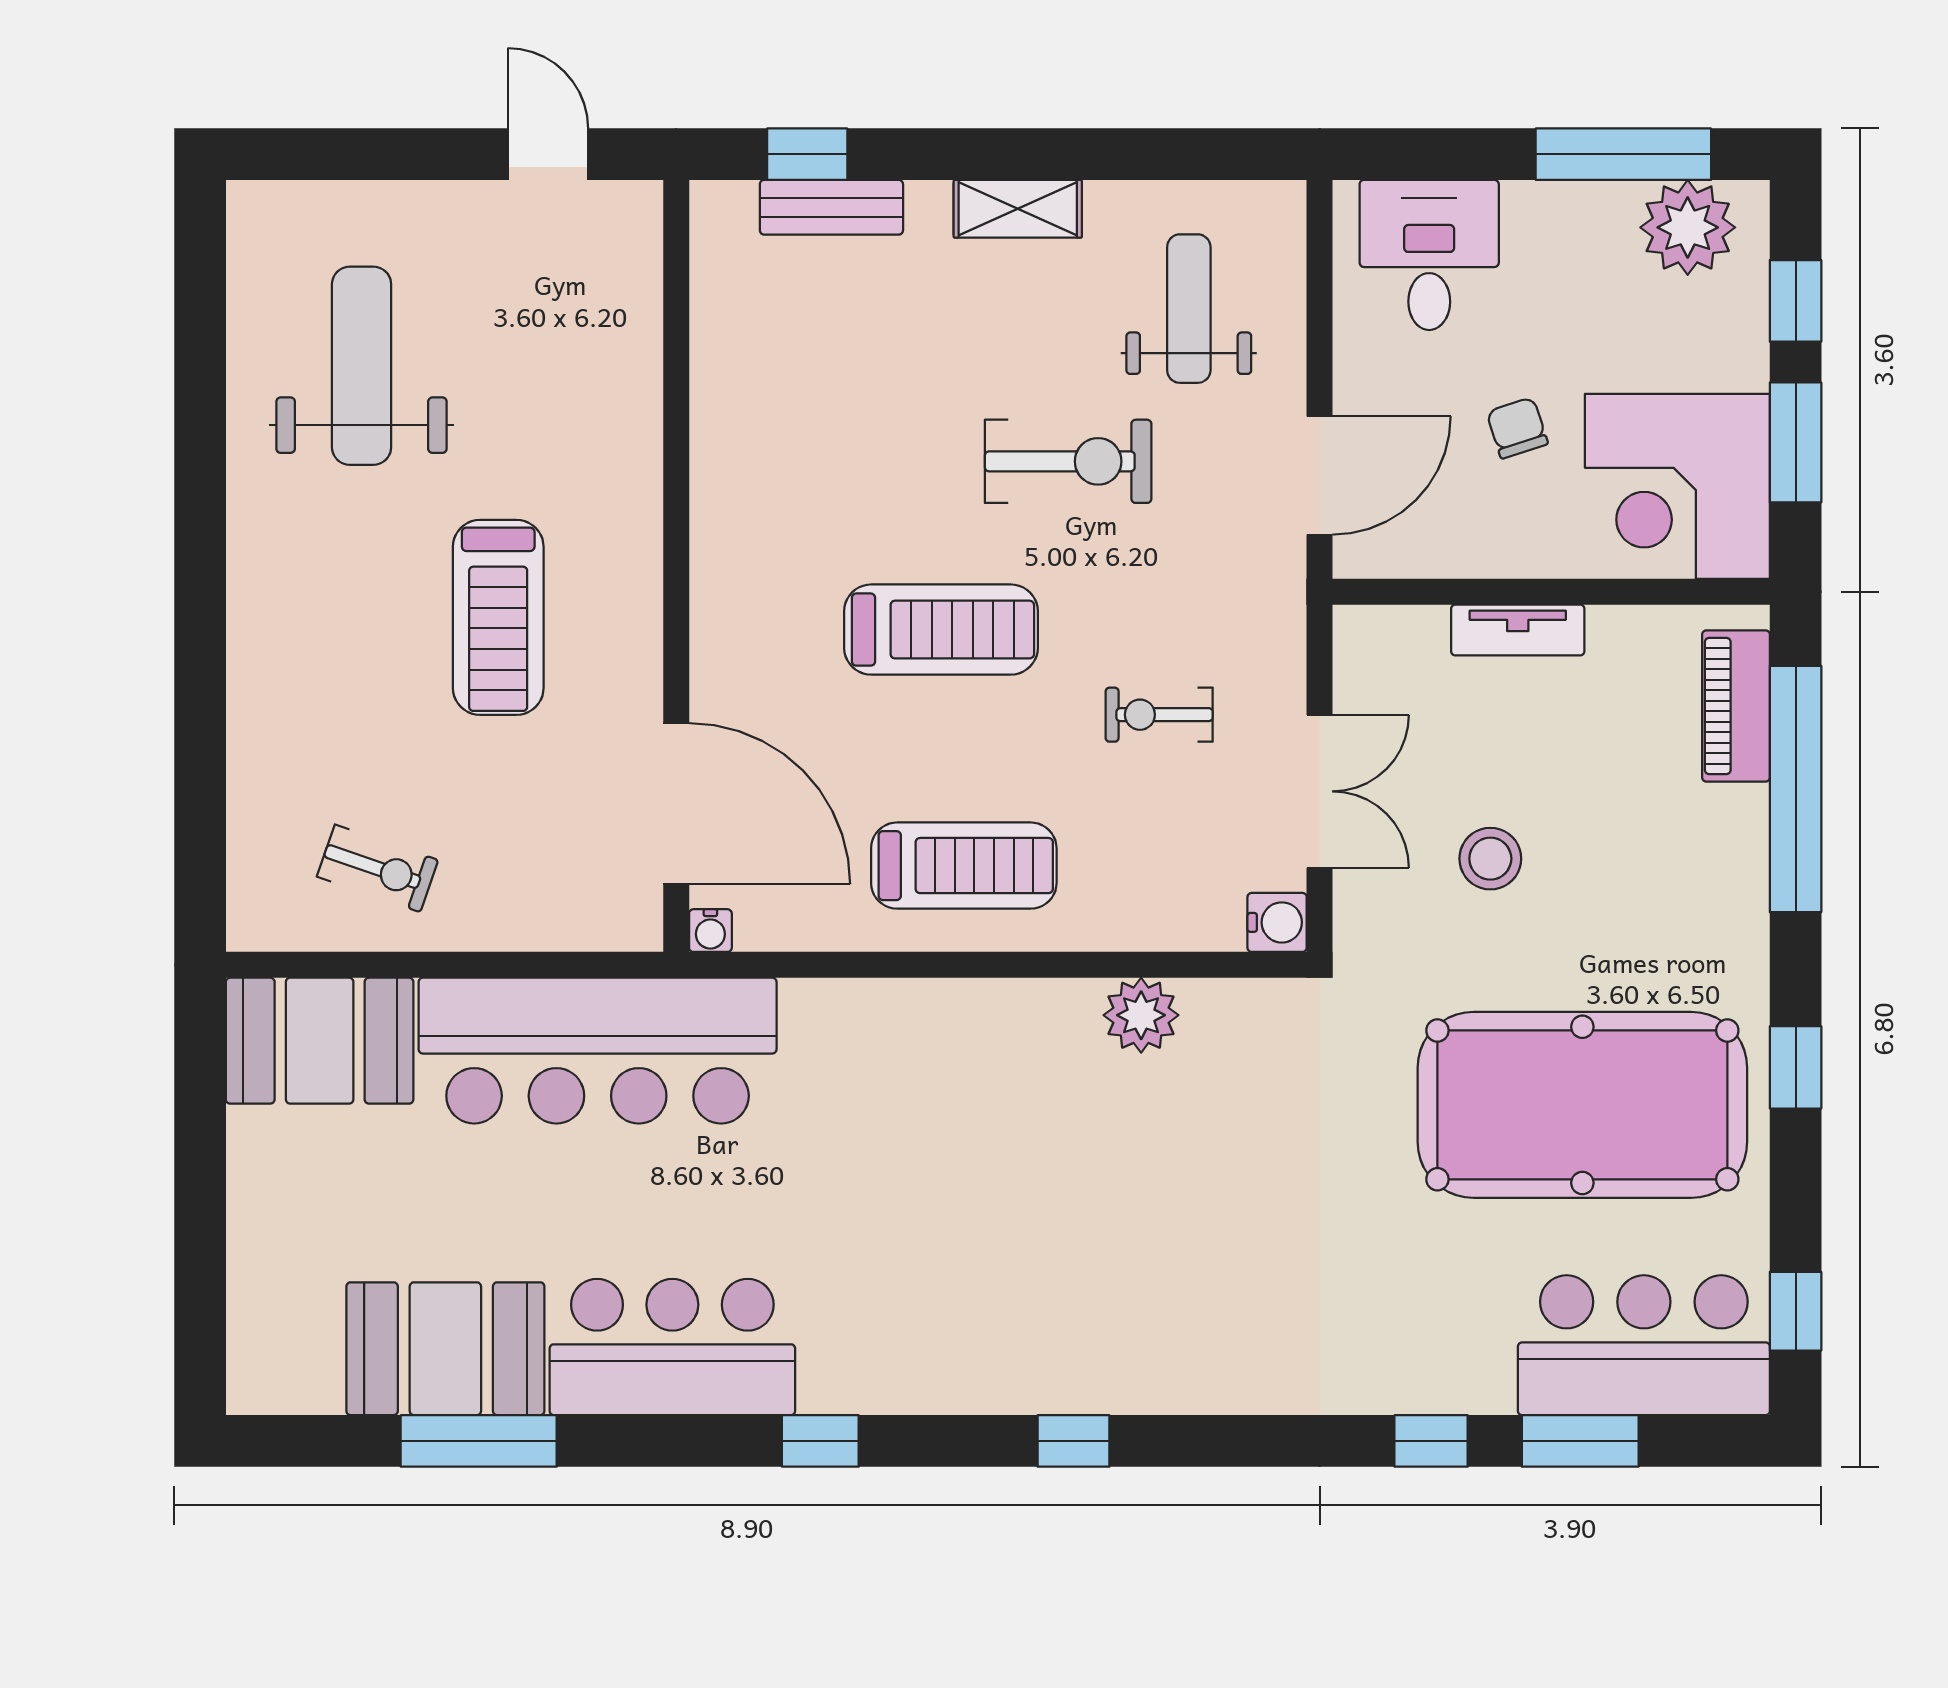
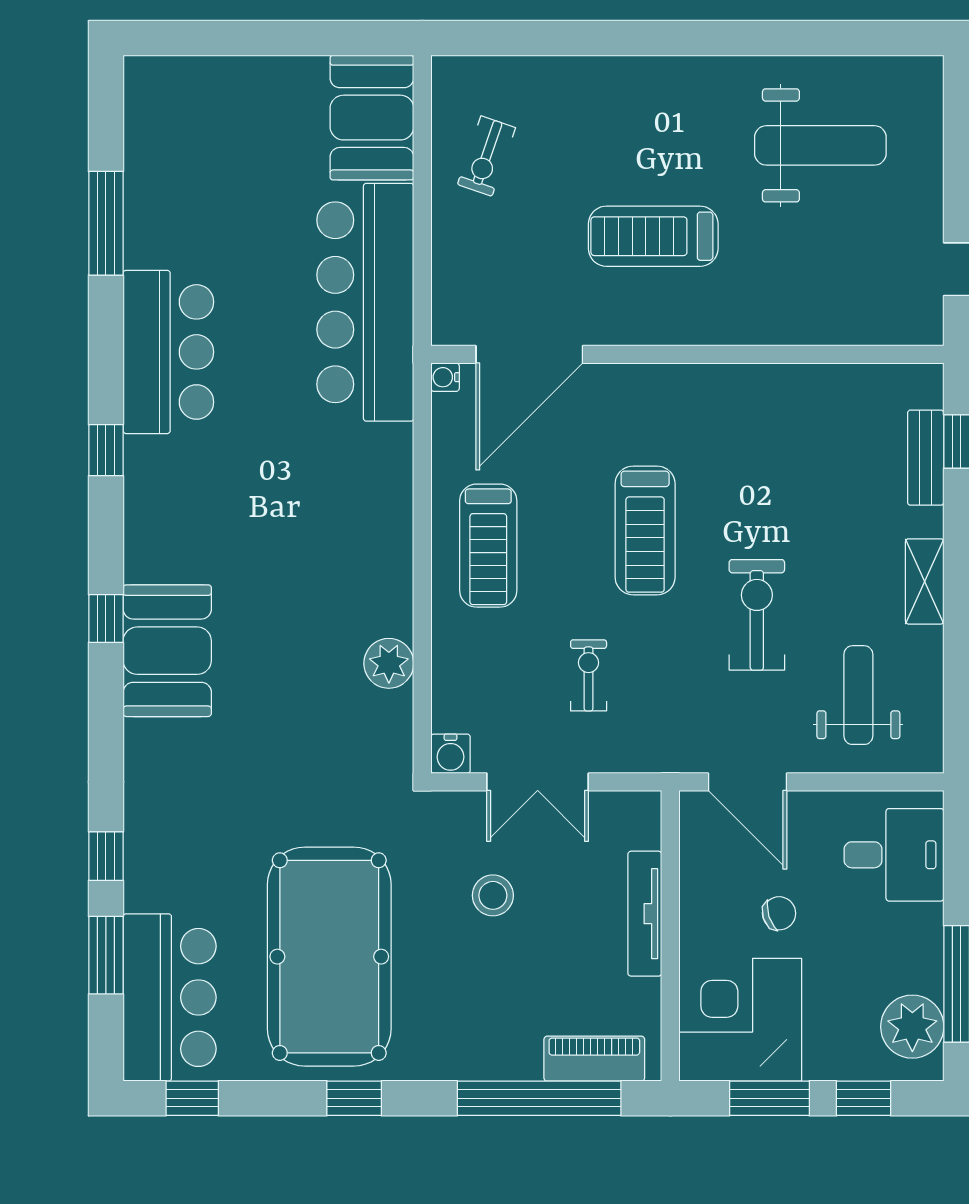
weight bench: (1189, 309) -> (858, 695), turned -90
exercise bike: (1068, 461) -> (757, 615), turned 180
tv unit: (1518, 630) -> (645, 914), width x1.41
booth: (445, 1349) -> (167, 651), moved

